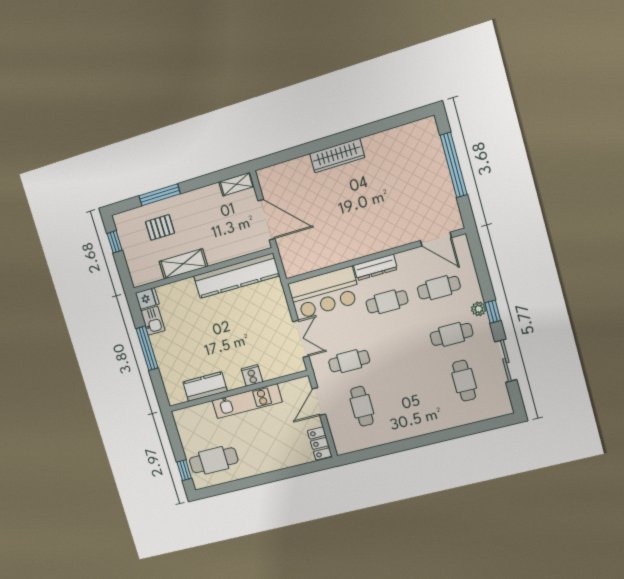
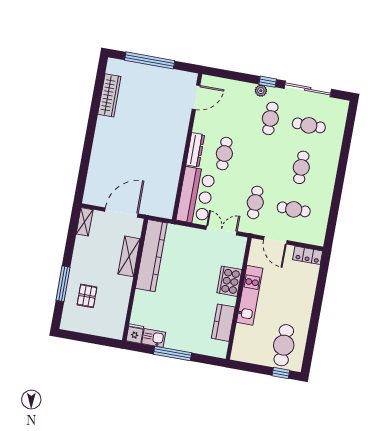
wardrobe: (337, 156) -> (109, 95), moved
window: (115, 242) -> (80, 337), removed
shelving: (183, 264) -> (129, 256), moved
cafe table: (439, 288) -> (301, 167), moved
sliding door: (506, 361) -> (308, 89), width x1.37
cooker: (252, 375) -> (229, 281), width x1.87, depth x1.31

